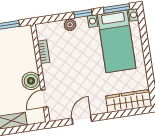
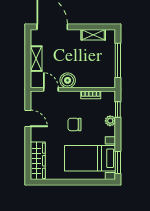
window: (83, 14) -> (118, 109), moved
chair: (80, 65) -> (74, 124), added

